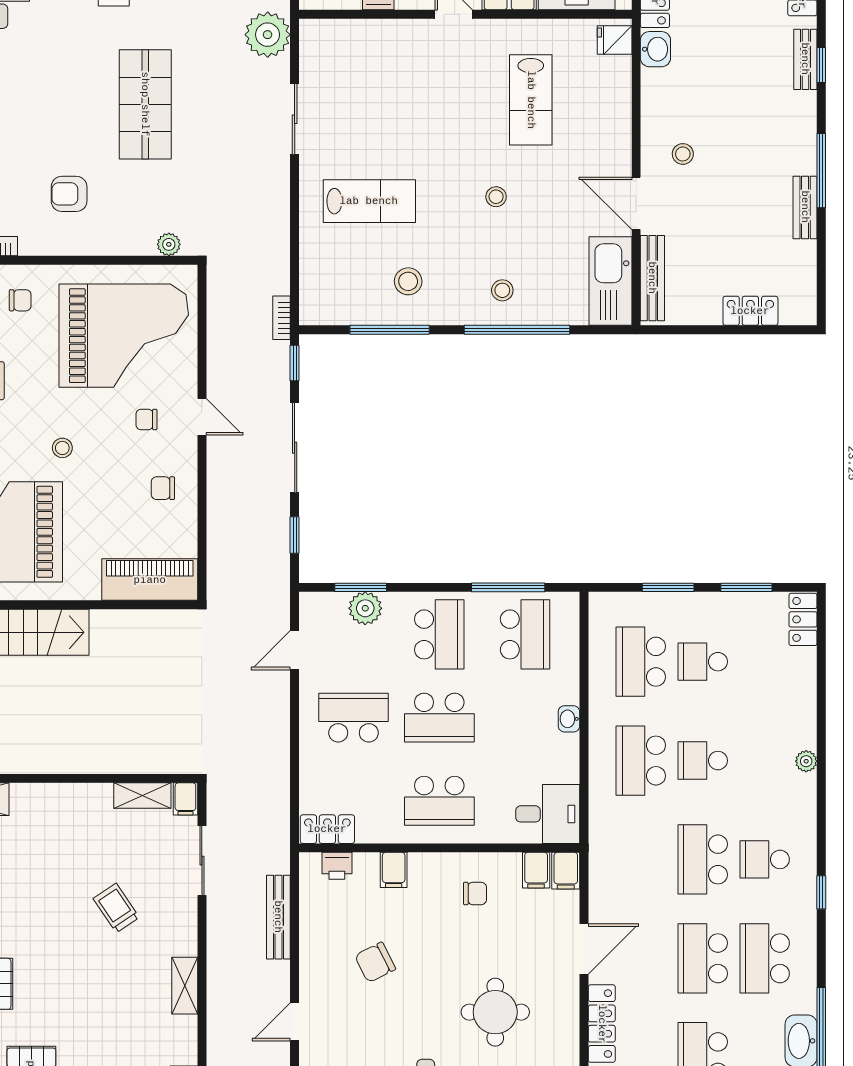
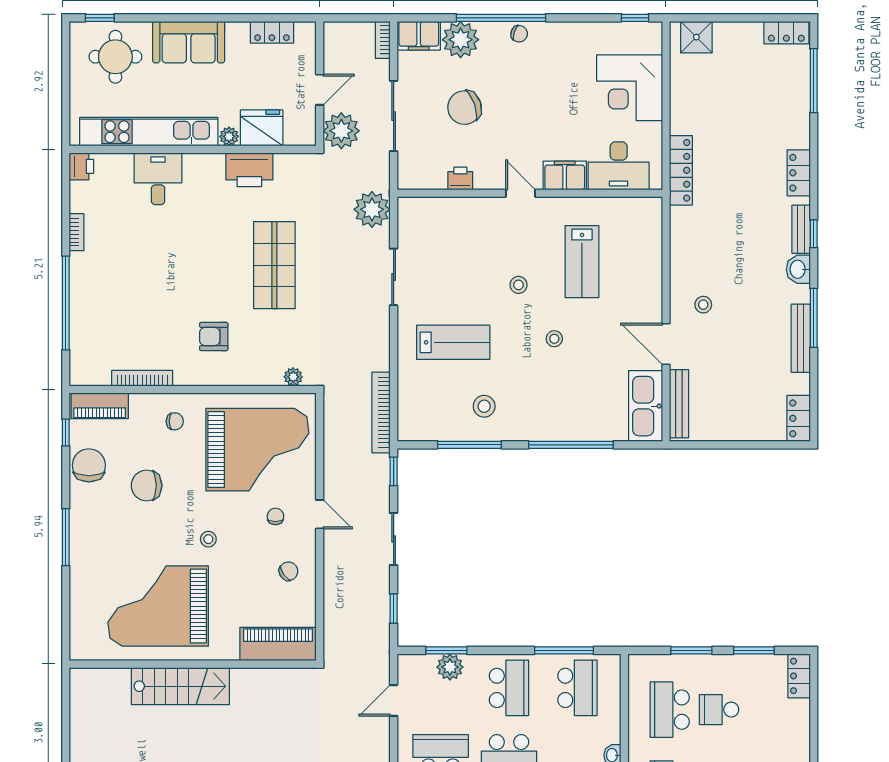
fridge: (615, 40) -> (649, 214), removed
washbasin: (655, 49) -> (798, 269), moved, turned 180
bench: (805, 207) -> (801, 338), width x1.36
stool: (502, 290) -> (519, 285), moved
locker: (750, 311) -> (799, 418), moved, turned -90
bookcase: (282, 318) -> (381, 412), width x2.31, depth x1.31
chair: (146, 419) -> (275, 516), turned 90
sliding door: (295, 448) -> (394, 539), width x0.73
chair: (163, 488) -> (289, 571), turned 145

